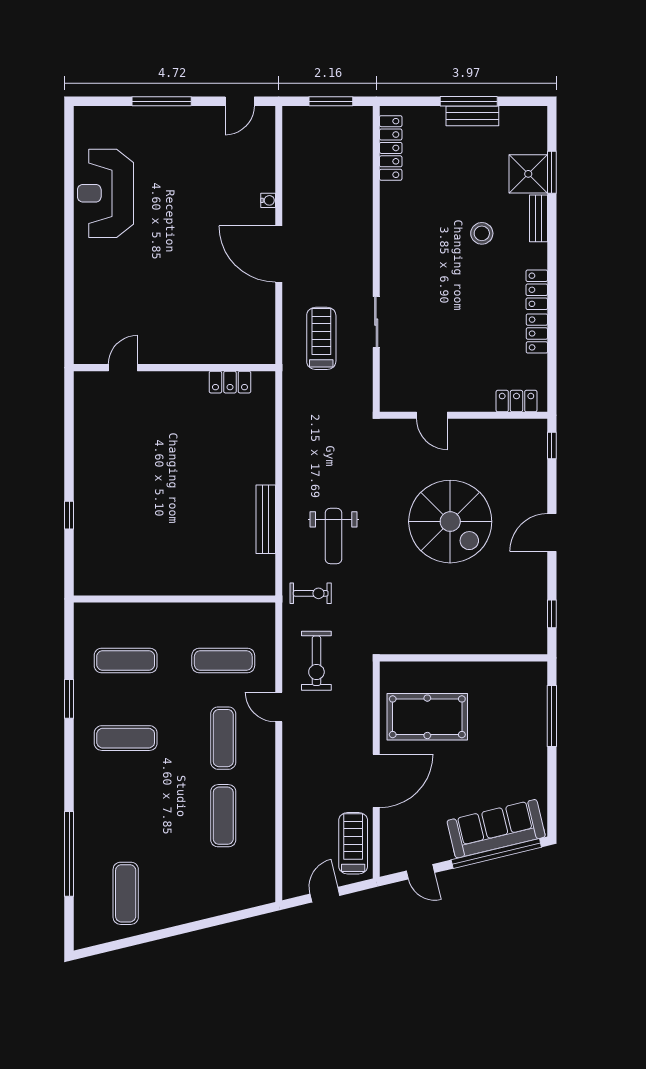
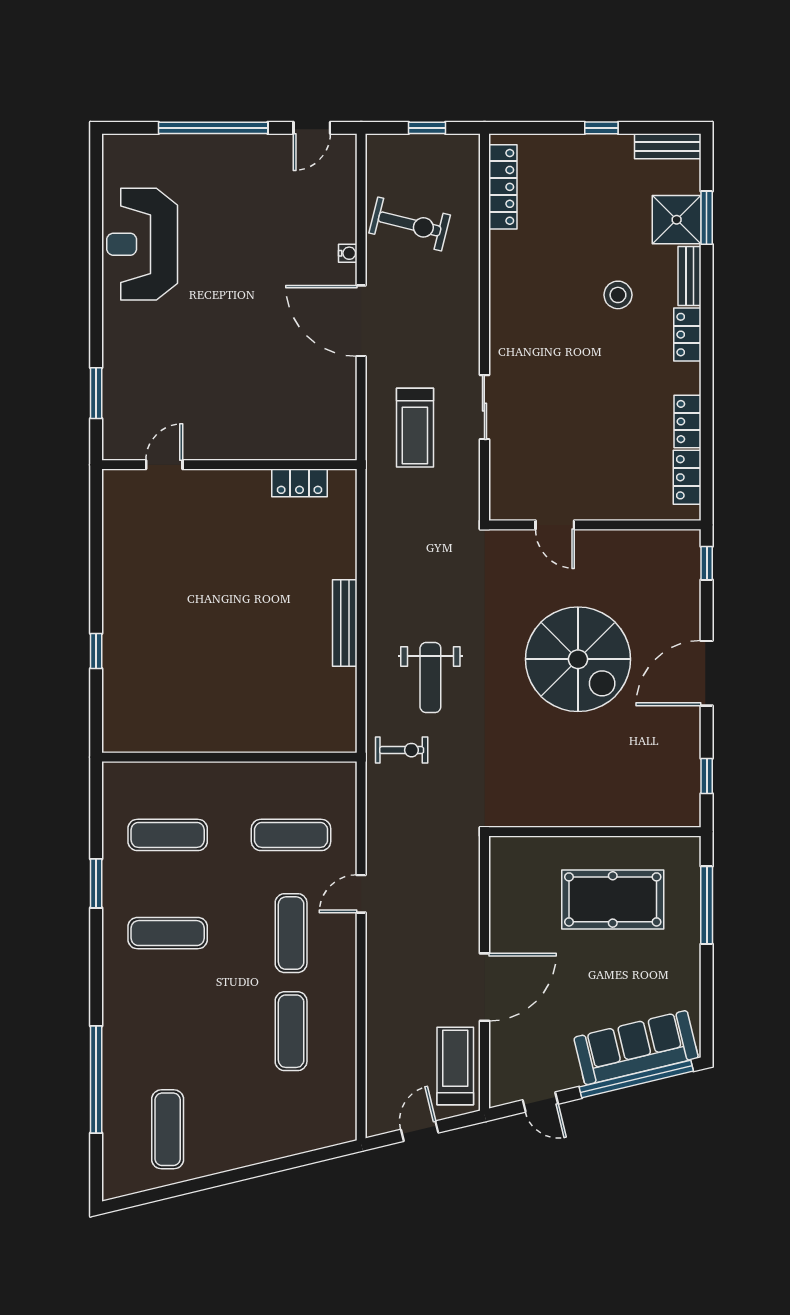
window: (162, 101) -> (213, 128), width x1.46
window: (331, 101) -> (427, 128), width x0.67
window: (469, 101) -> (601, 128), width x0.46
bench: (472, 116) -> (668, 146), moved
locker: (537, 290) -> (687, 335), moved
window: (69, 311) -> (96, 393), added
treadmill: (321, 338) -> (415, 428), turned 180
locker: (516, 401) -> (687, 477), moved, turned -90
bench: (266, 519) -> (345, 623), moved
door: (552, 532) -> (707, 673), width x1.36
exercise bike: (316, 661) -> (410, 224), moved, turned -76
door: (279, 707) -> (361, 894), hinge flipped
pool table: (427, 717) -> (613, 899), moved

